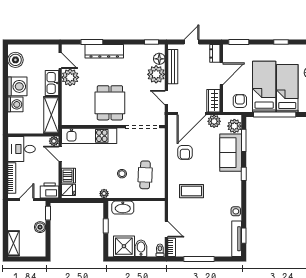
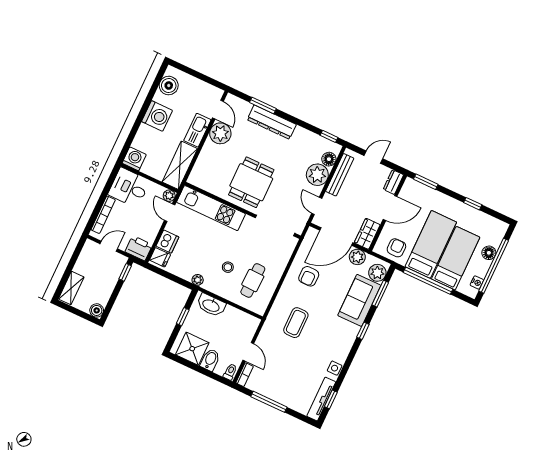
washing machine: (15, 104) -> (134, 159), moved, turned -90
coffee table: (191, 191) -> (296, 323), turned 90
boiler: (40, 227) -> (97, 310), moved

